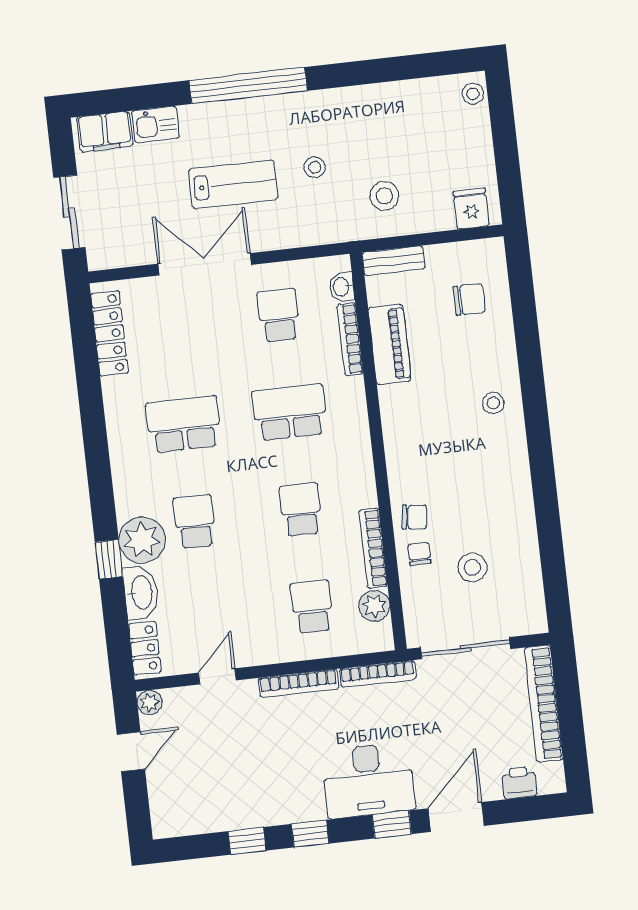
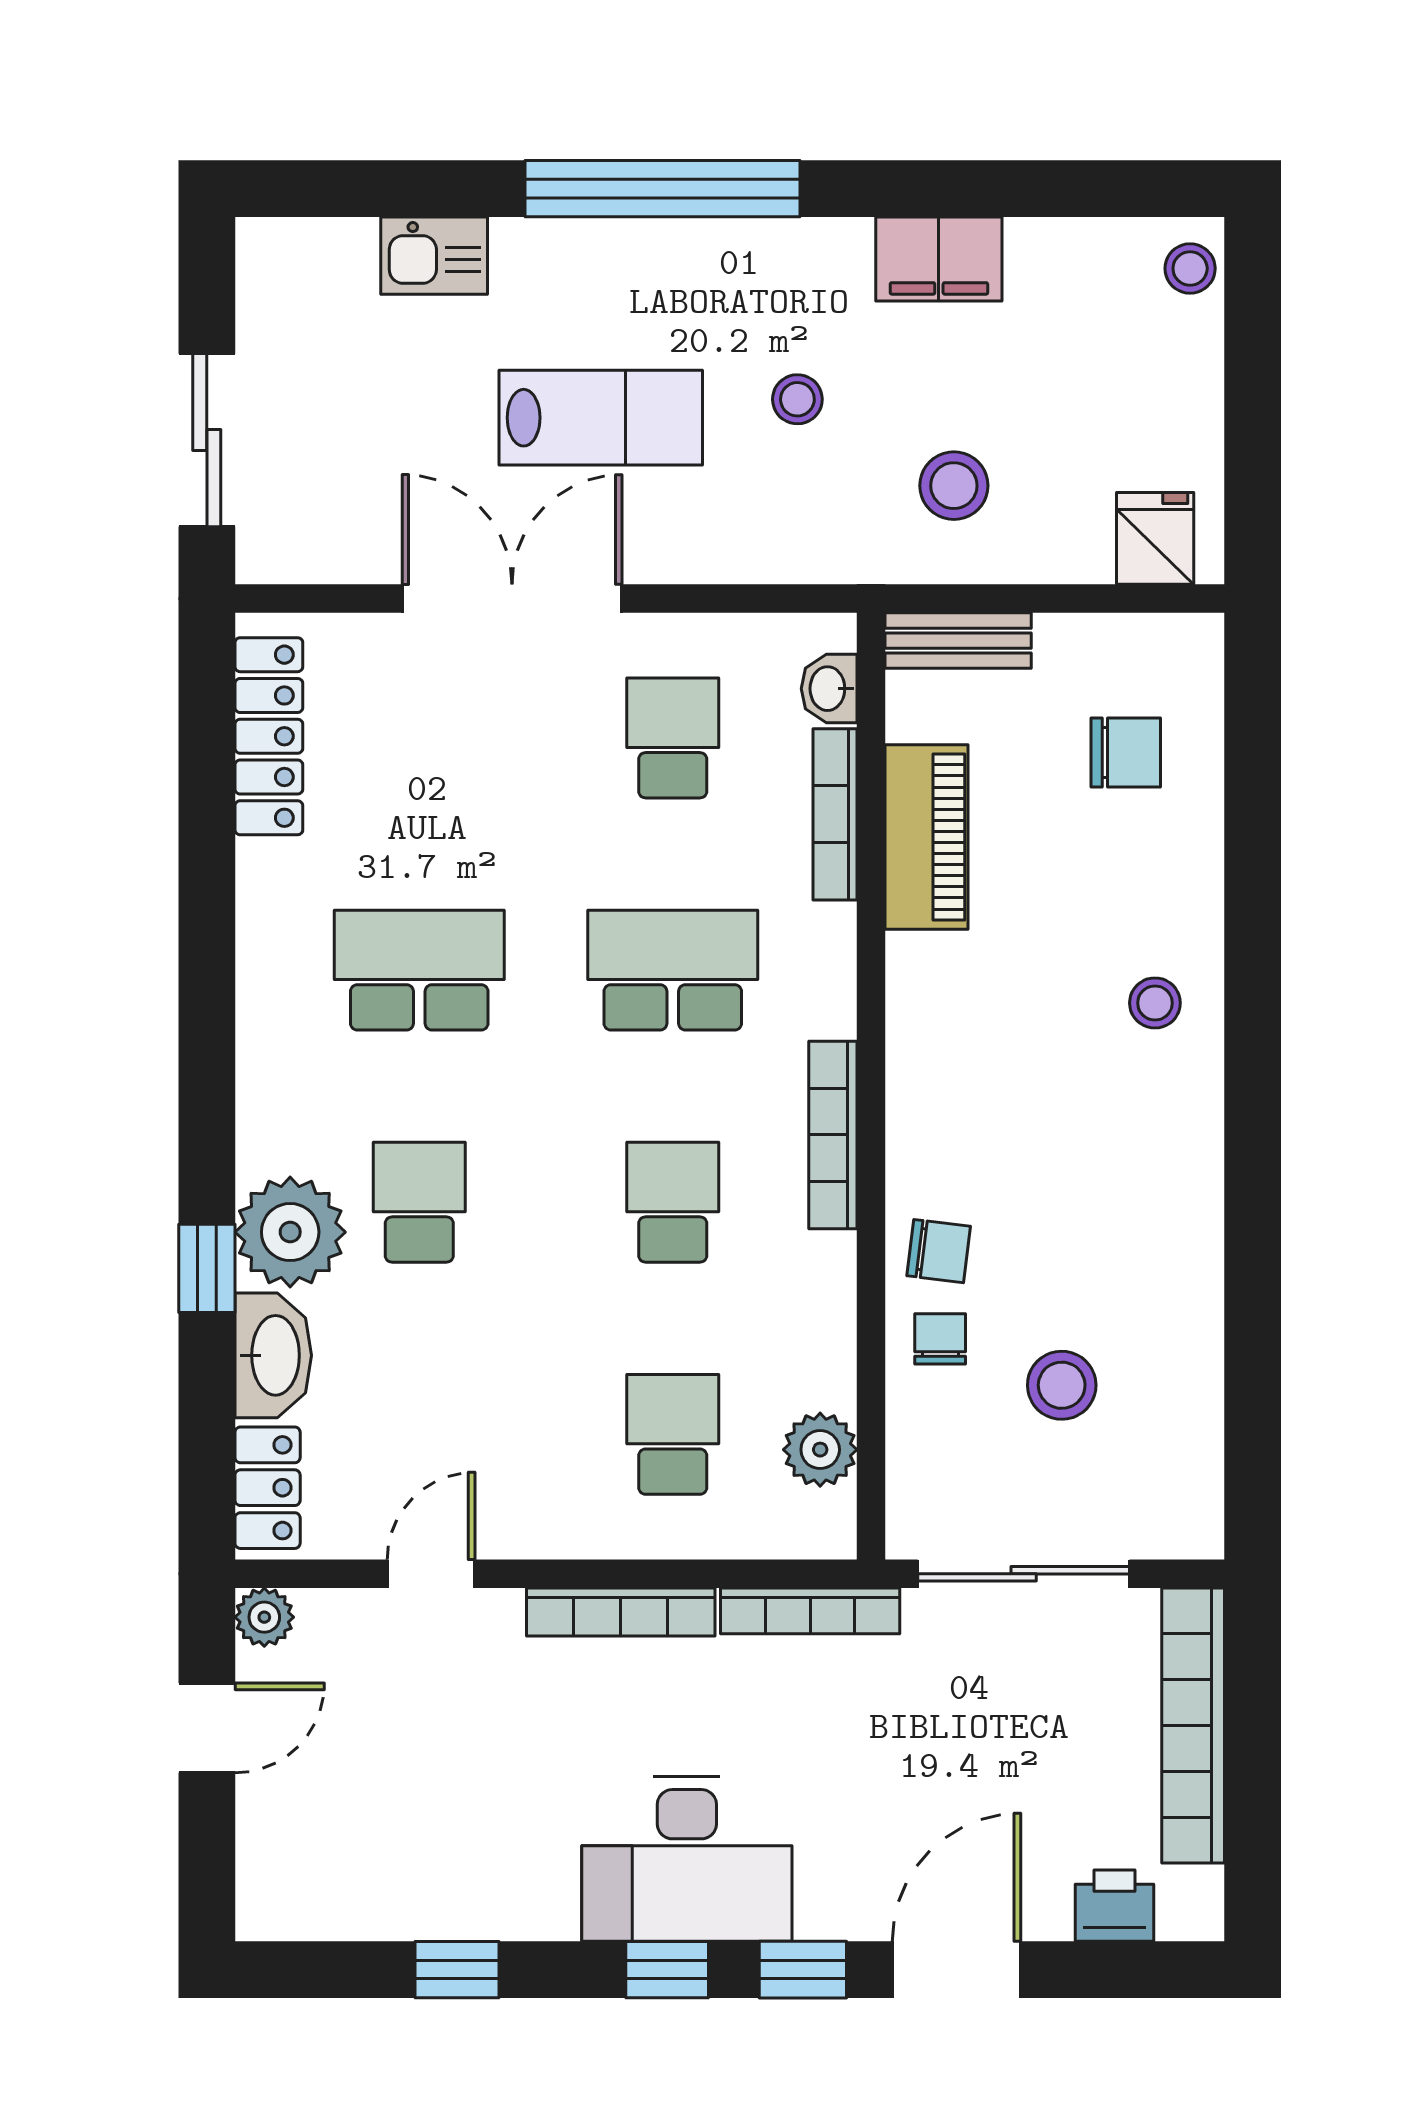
filing cabinet: (105, 132) -> (939, 259), moved
bookcase: (373, 548) -> (833, 1135), moved
desk: (368, 780) -> (687, 1859), moved
window: (310, 834) -> (667, 1970), moved

